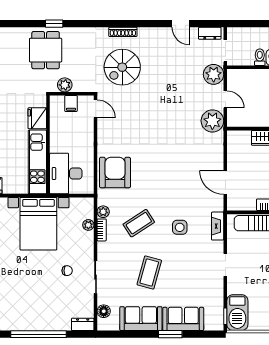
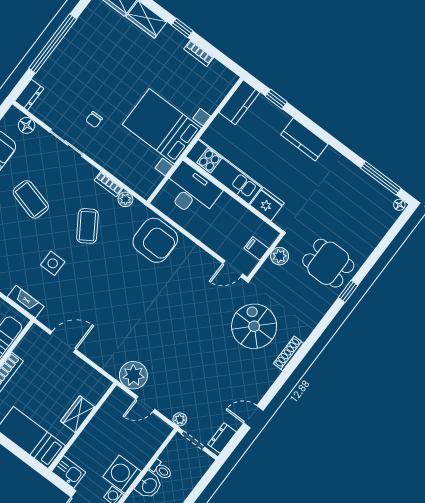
plant: (214, 74) -> (180, 419), width x0.53, depth x0.53
plant: (88, 225) -> (123, 175), removed

